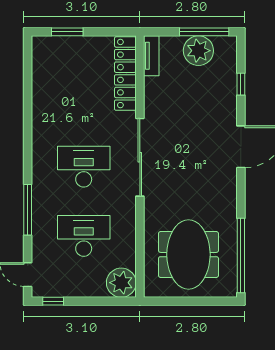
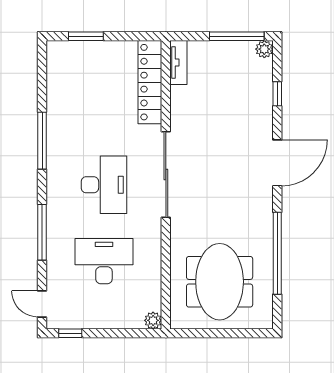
plant: (198, 51) -> (264, 49), moved, width x0.53, depth x0.53
window: (28, 127) -> (42, 141), added
desk: (84, 167) -> (104, 185), turned 90
window: (241, 256) -> (277, 253), moved
plant: (121, 283) -> (153, 320), width x0.53, depth x0.53

